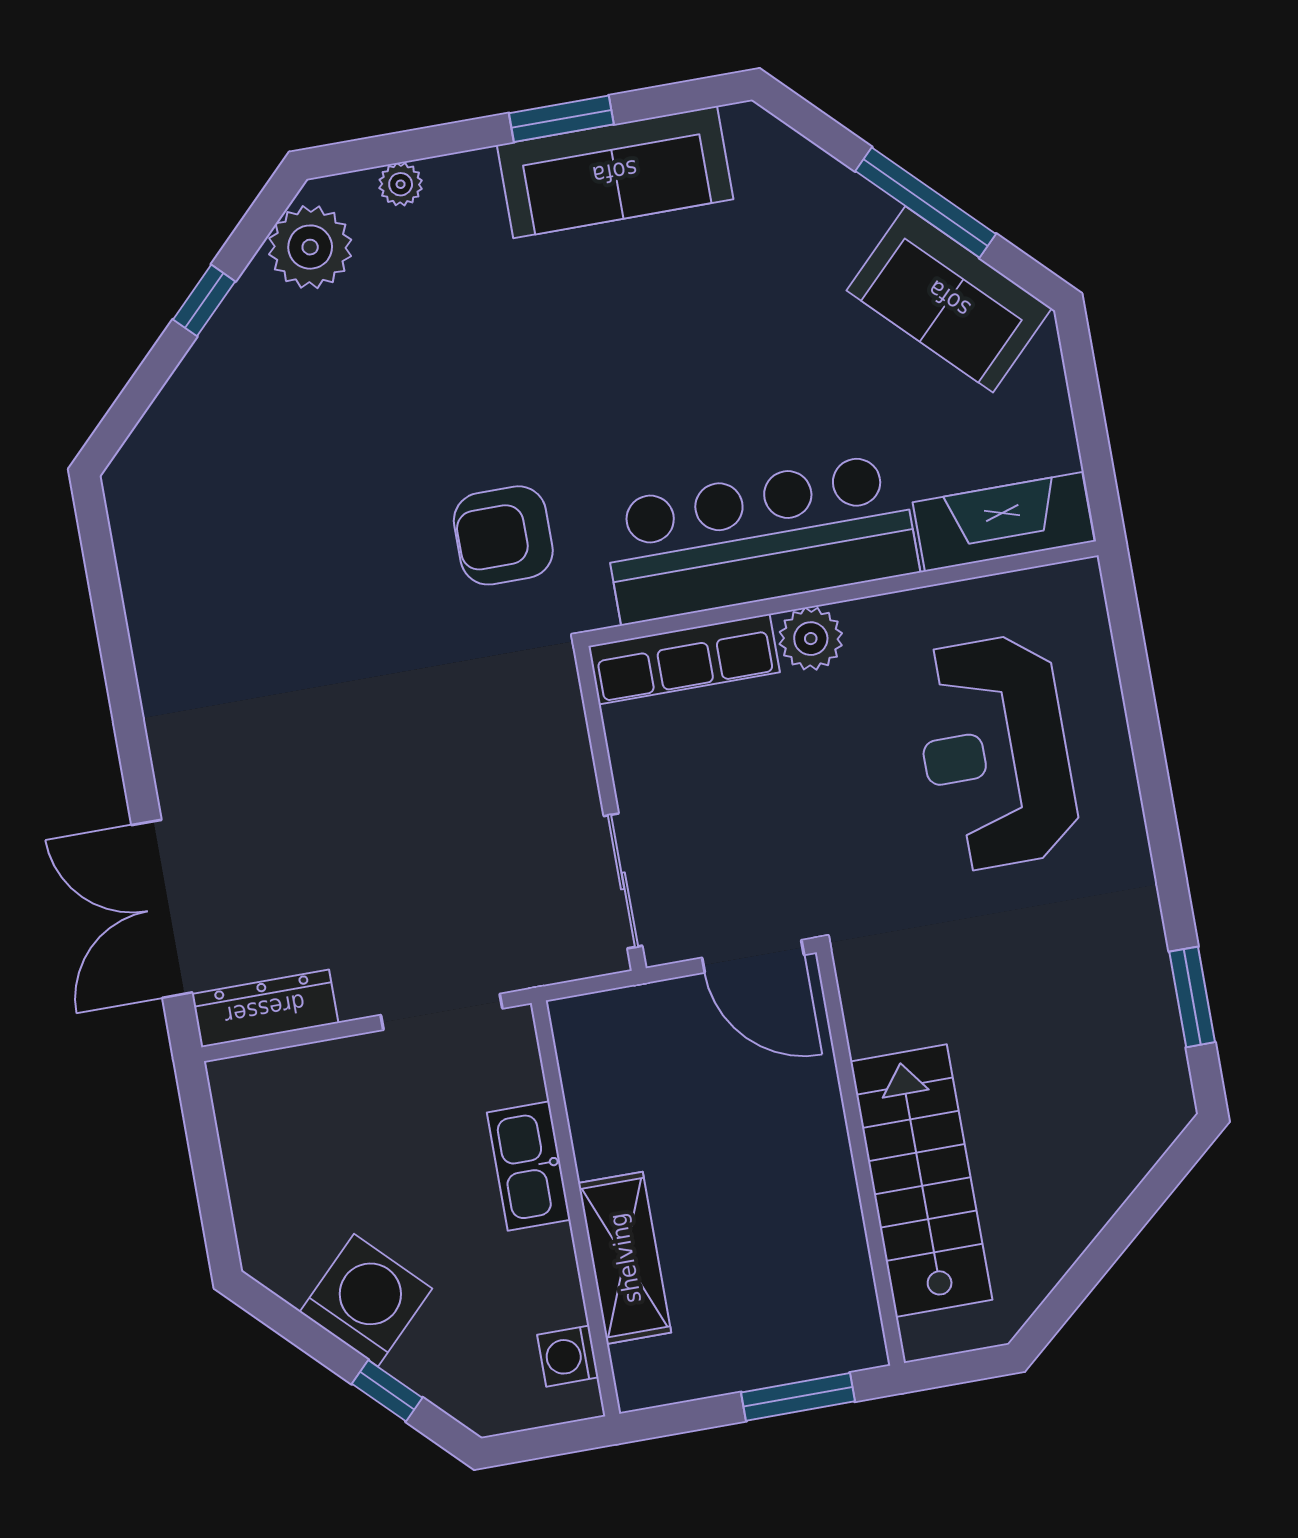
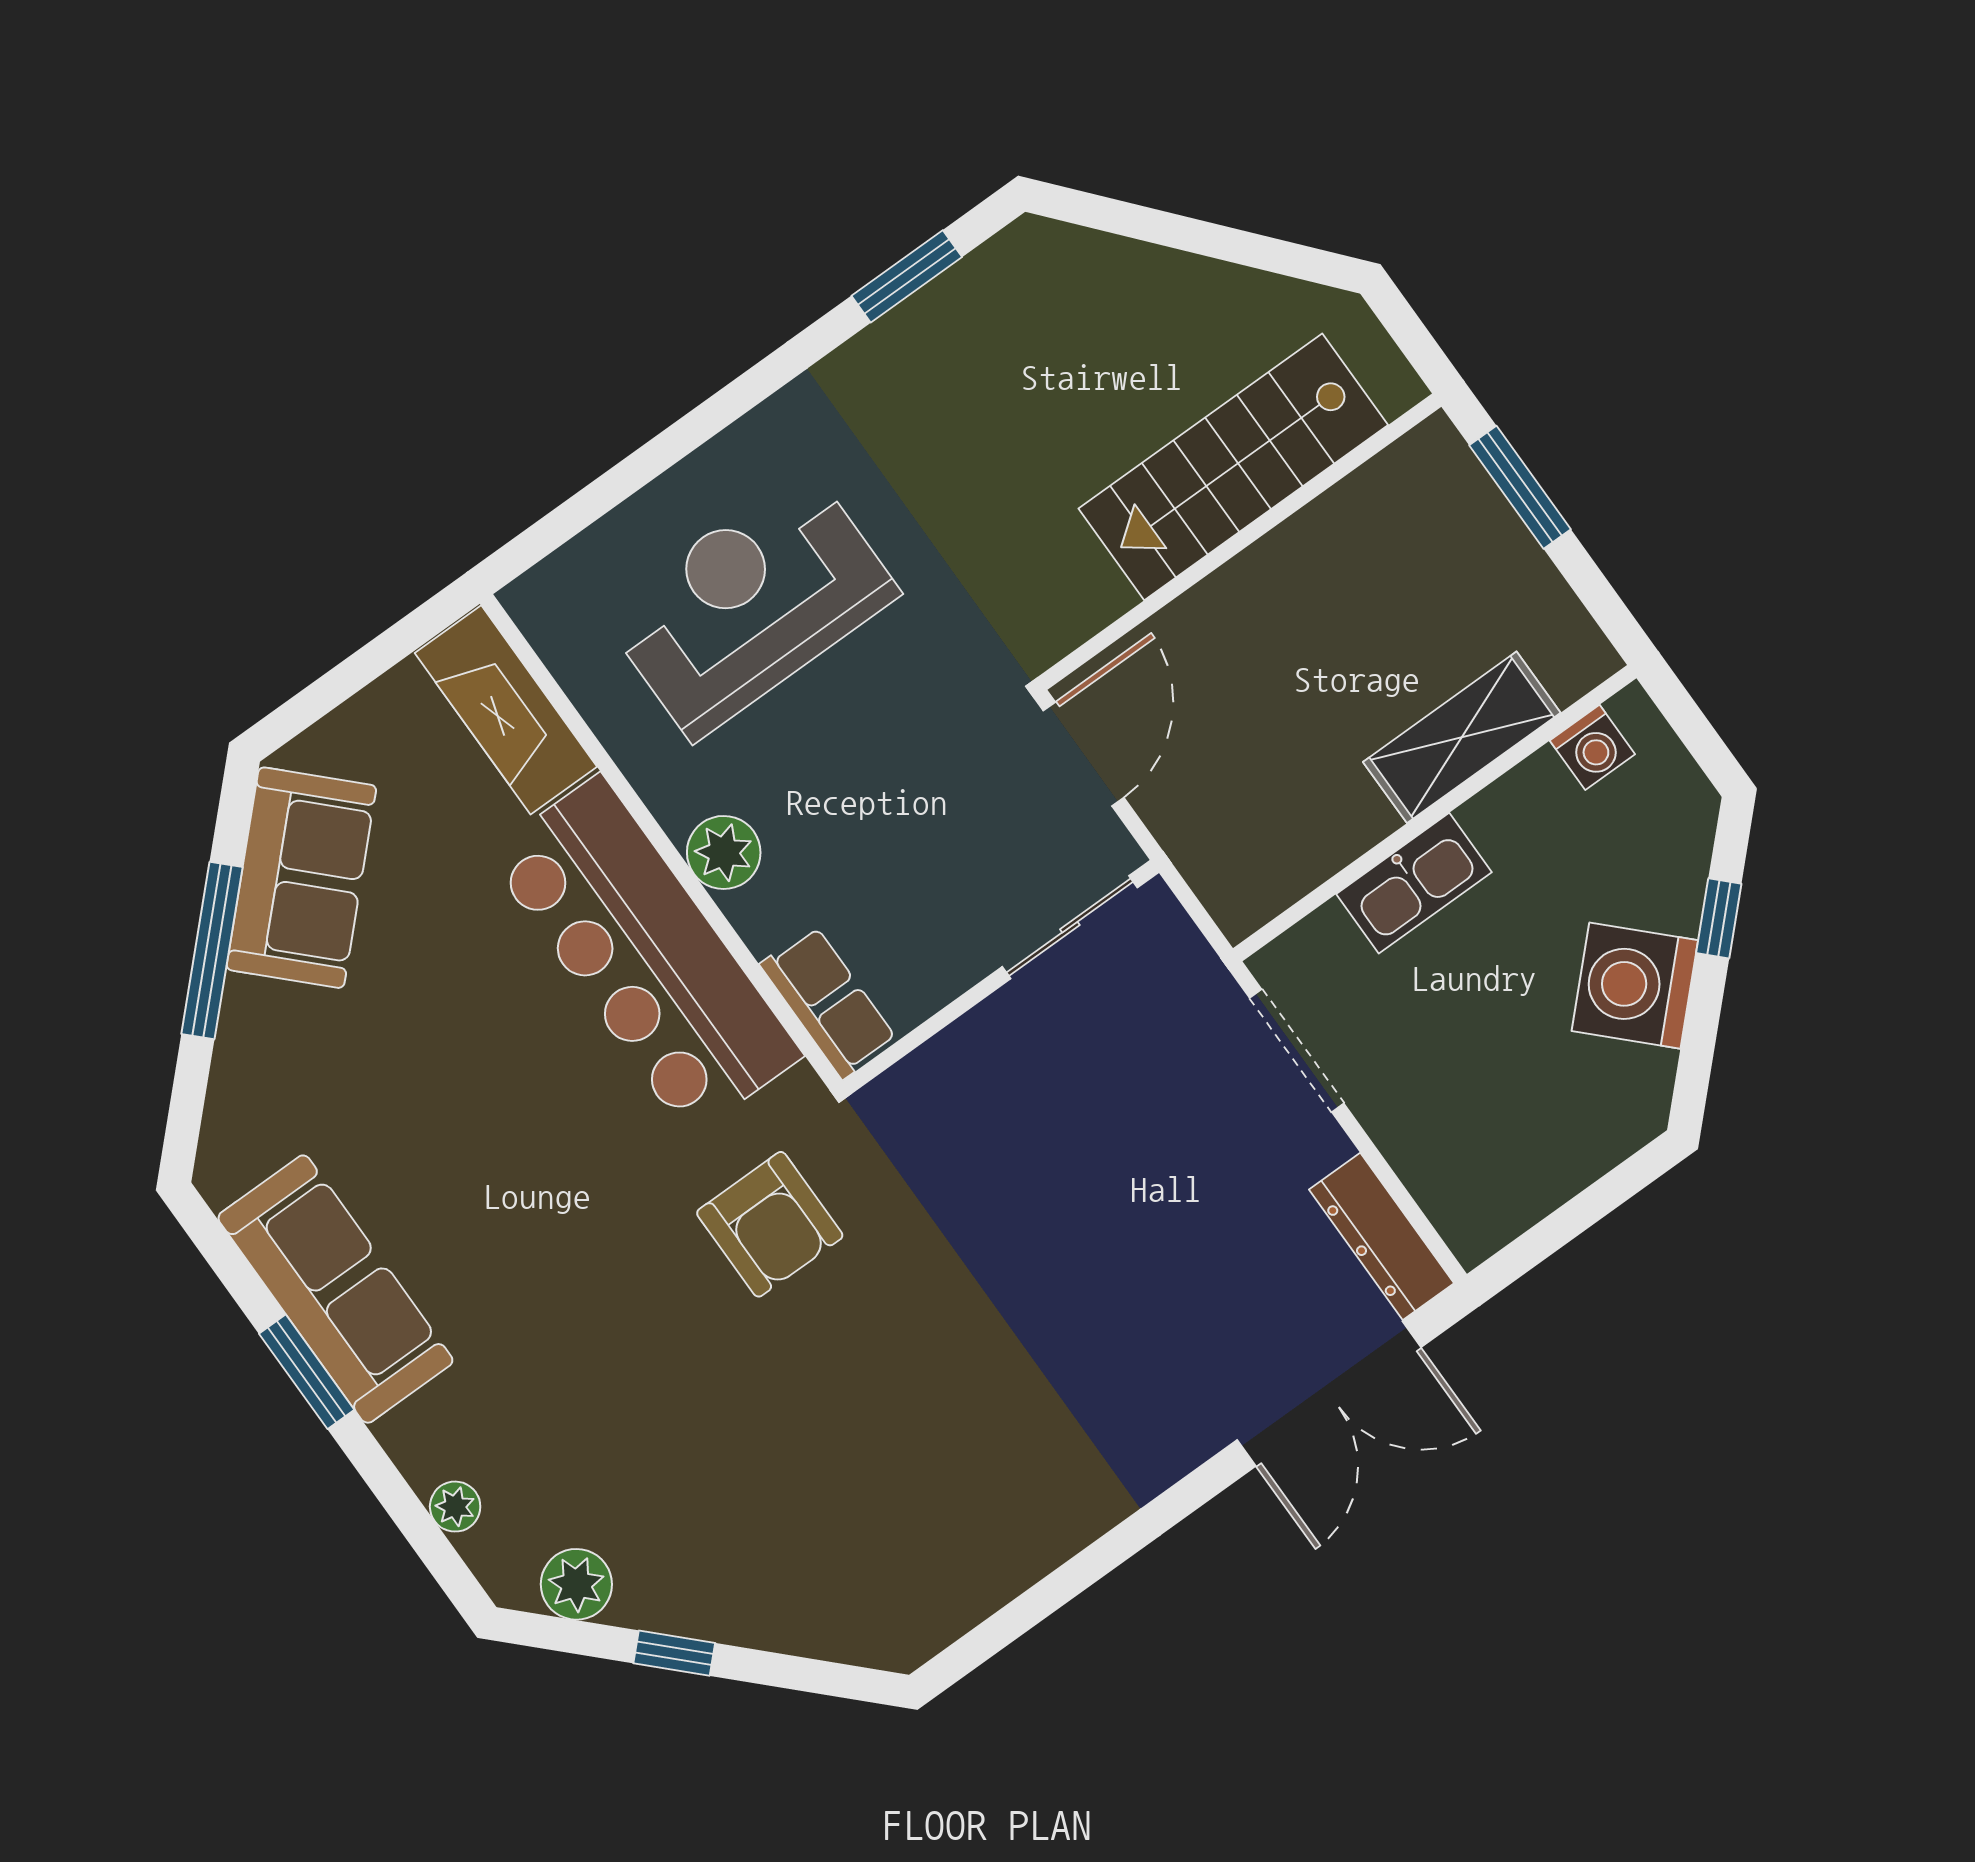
plant: (310, 247) -> (576, 1584), width x0.73, depth x0.73
row of seats: (684, 659) -> (828, 1002), width x0.68
reception desk: (995, 753) -> (750, 604), turned 180

